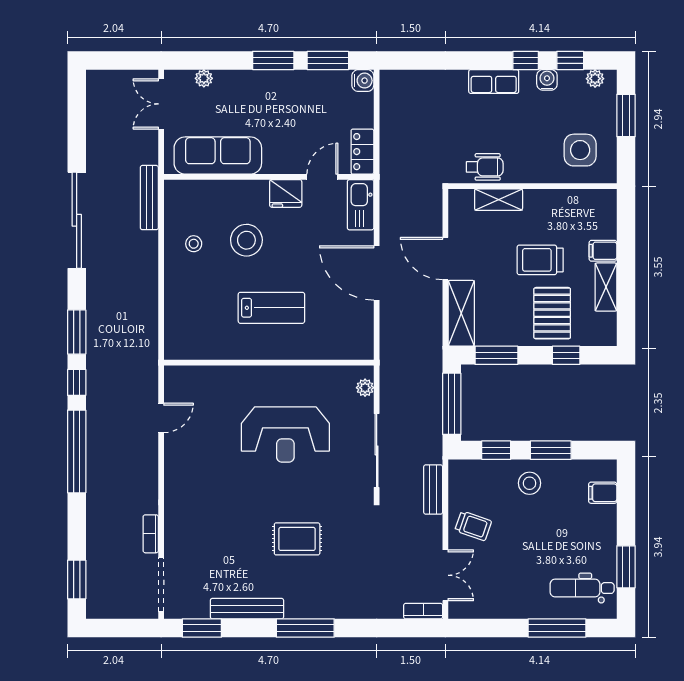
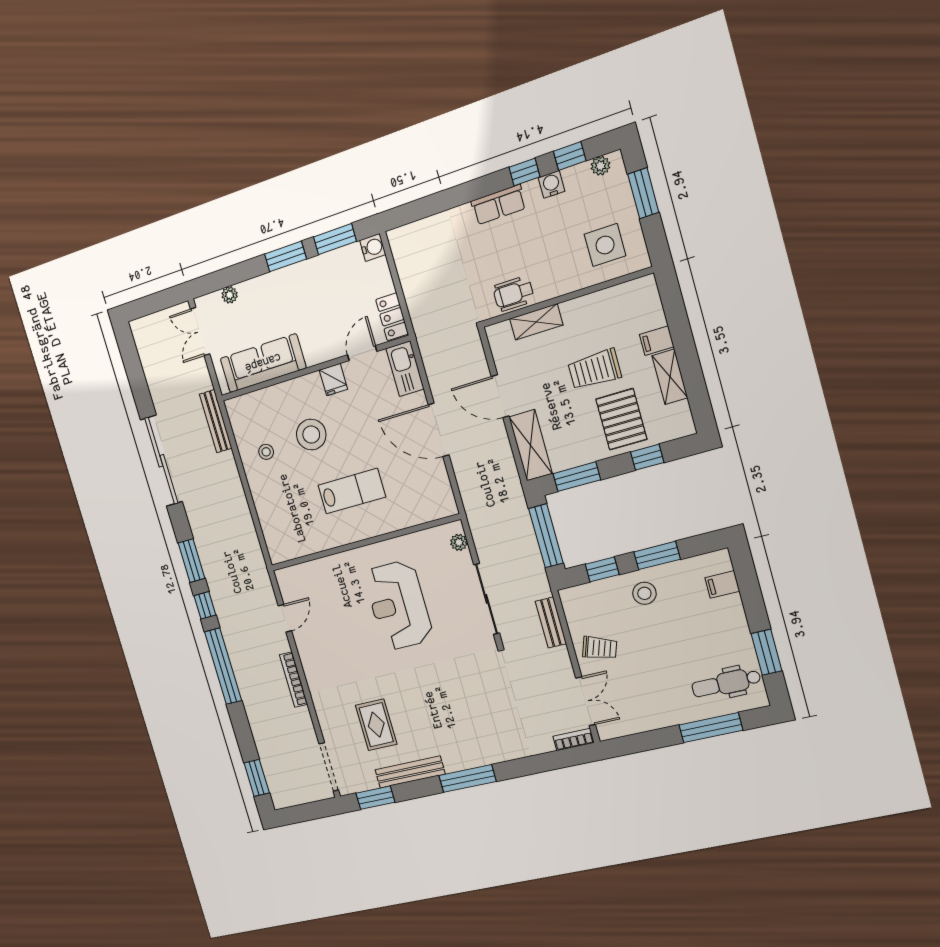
wheelchair: (485, 167) -> (513, 294), turned 180
fridge: (286, 193) -> (333, 380), width x0.72
reception desk: (285, 434) -> (398, 605), turned 90
bookcase: (151, 534) -> (294, 680), moved, width x1.56
rug: (297, 539) -> (376, 725), moved, turned 90

